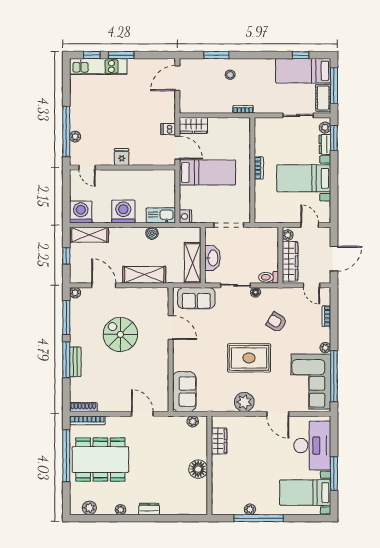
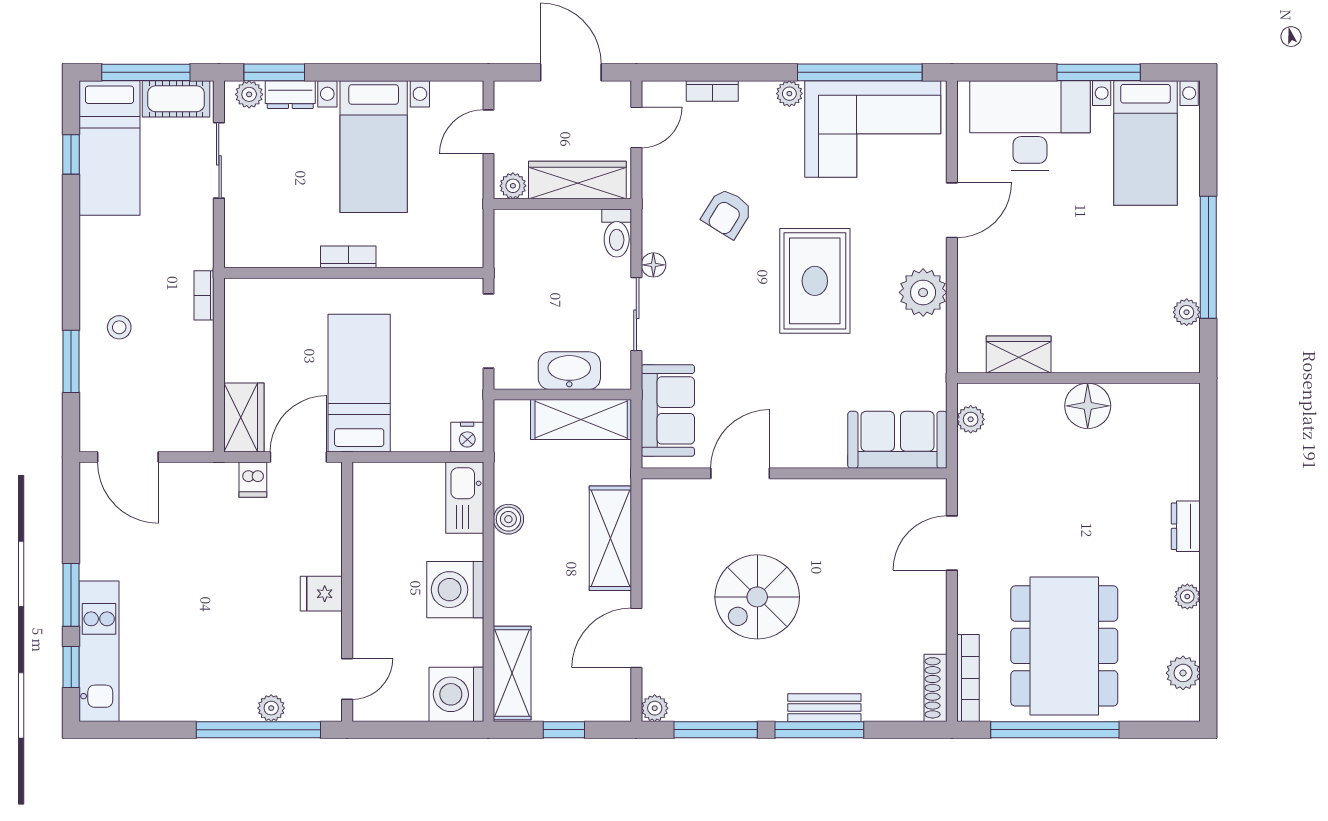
plant: (250, 509) -> (1187, 312), moved

